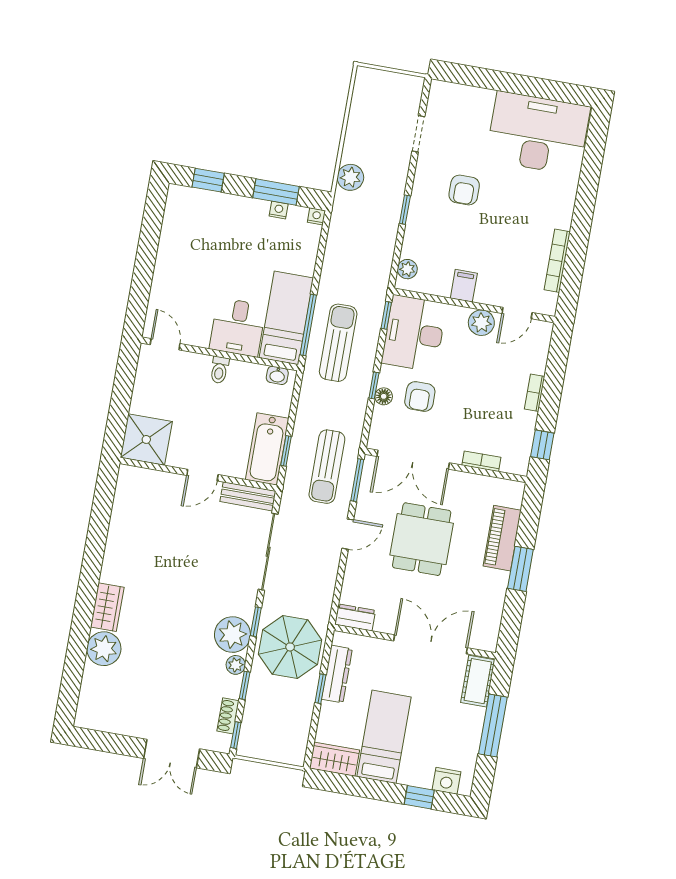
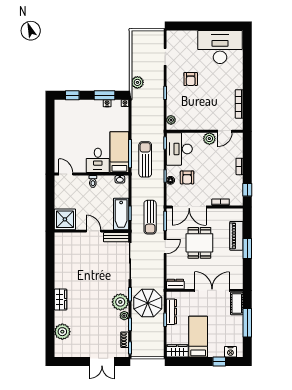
filing cabinet: (464, 286) -> (198, 123), removed
door: (202, 475) -> (94, 231), swing flipped
plant: (104, 649) -> (62, 332), moved

